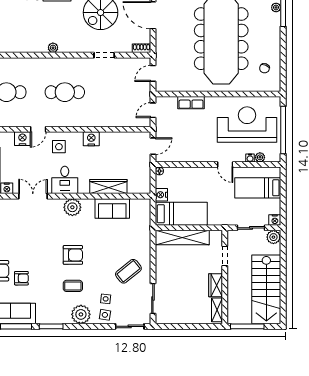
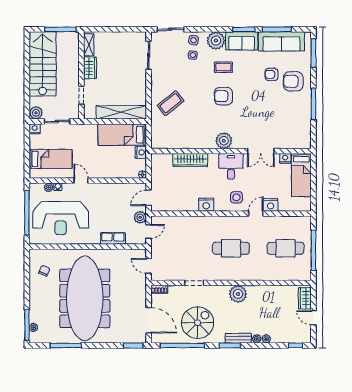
plant: (53, 48) -> (238, 294), width x1.87, depth x1.87
door: (153, 73) -> (149, 266), swing flipped
plant: (162, 125) -> (140, 217), added
sofa: (112, 208) -> (242, 41), moved, turned 180
coffee table: (128, 271) -> (171, 103), moved

